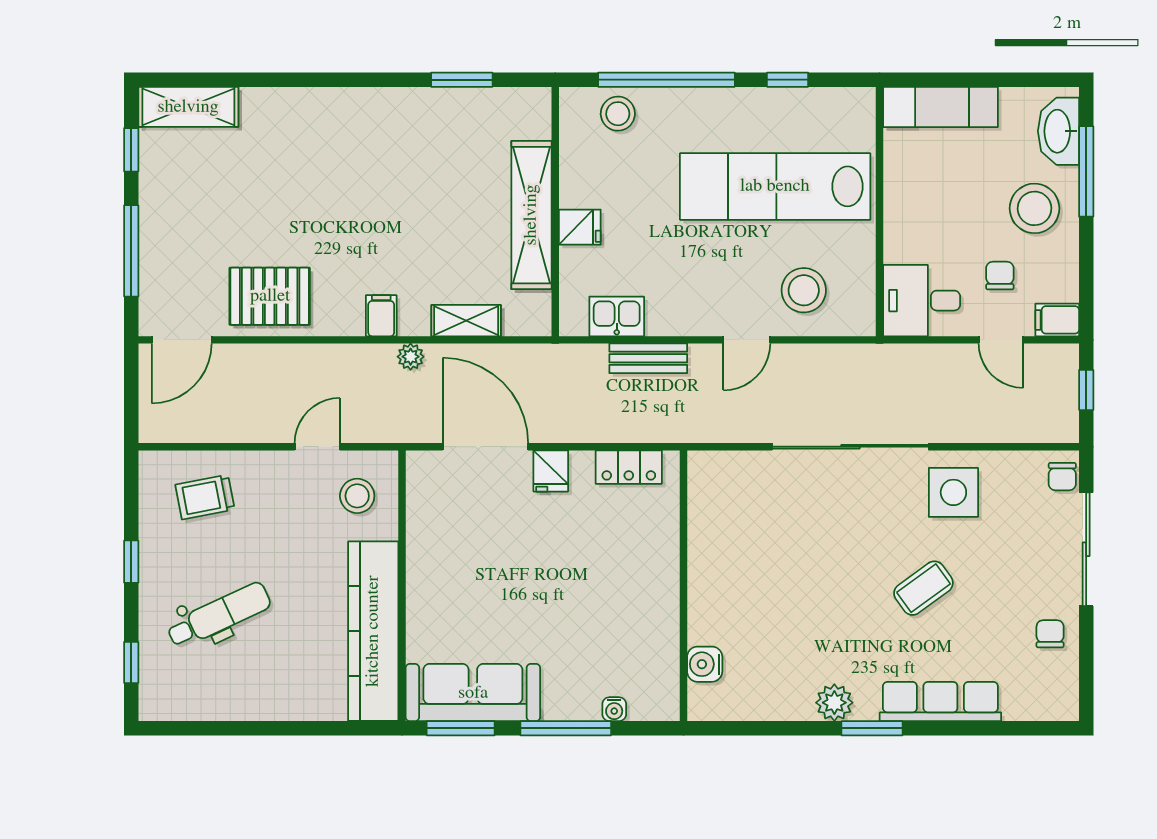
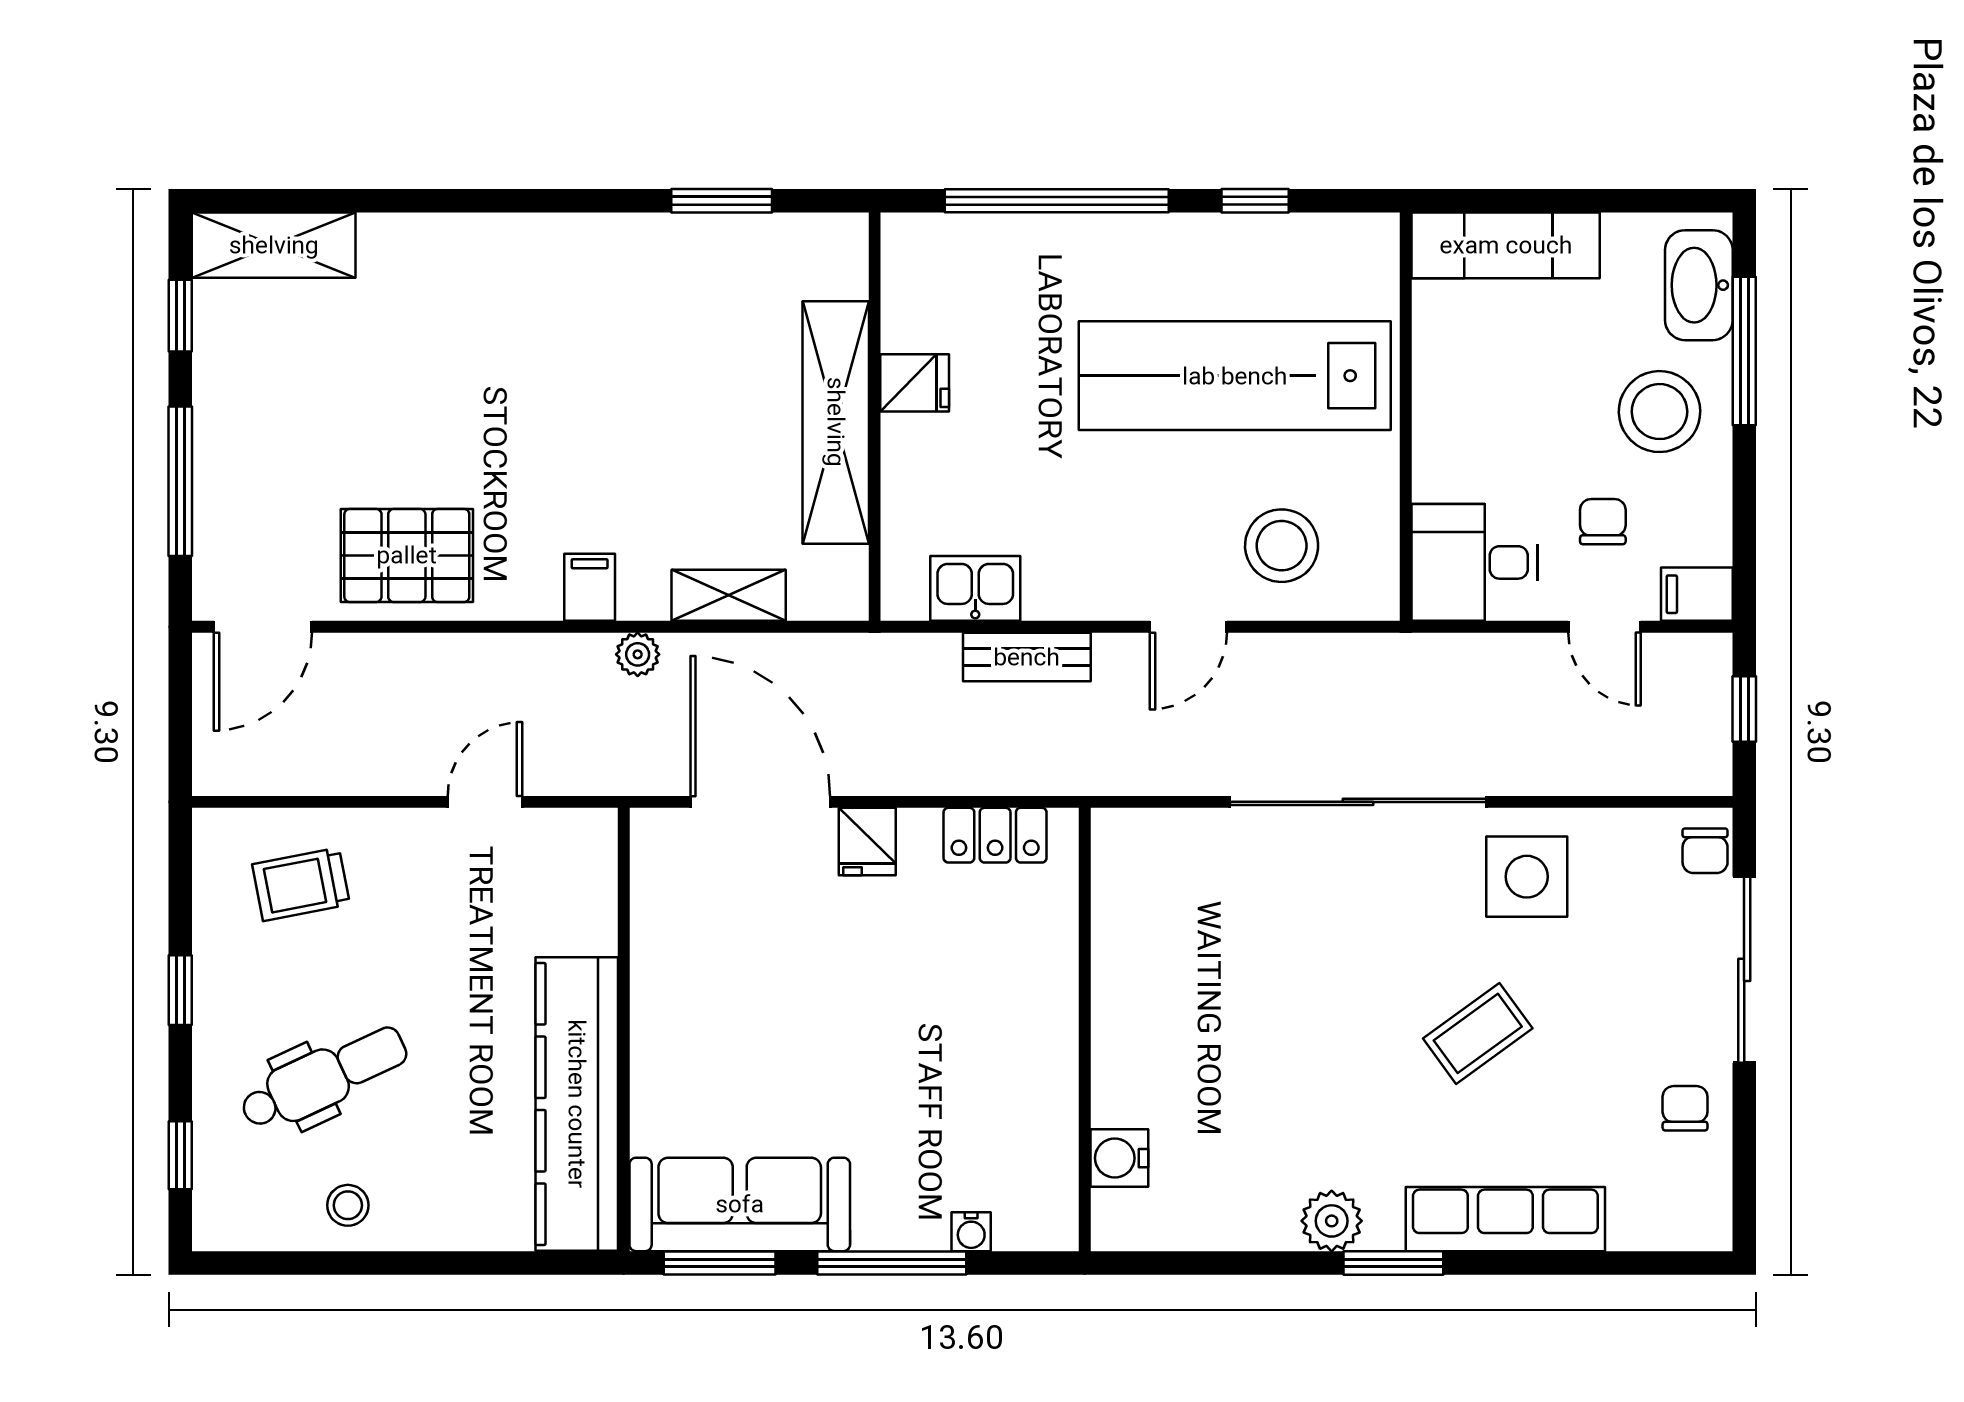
stool: (618, 114) -> (977, 256), removed
fridge: (580, 227) -> (915, 383), moved
stool: (357, 496) -> (348, 1205), moved, width x0.73, depth x0.73

